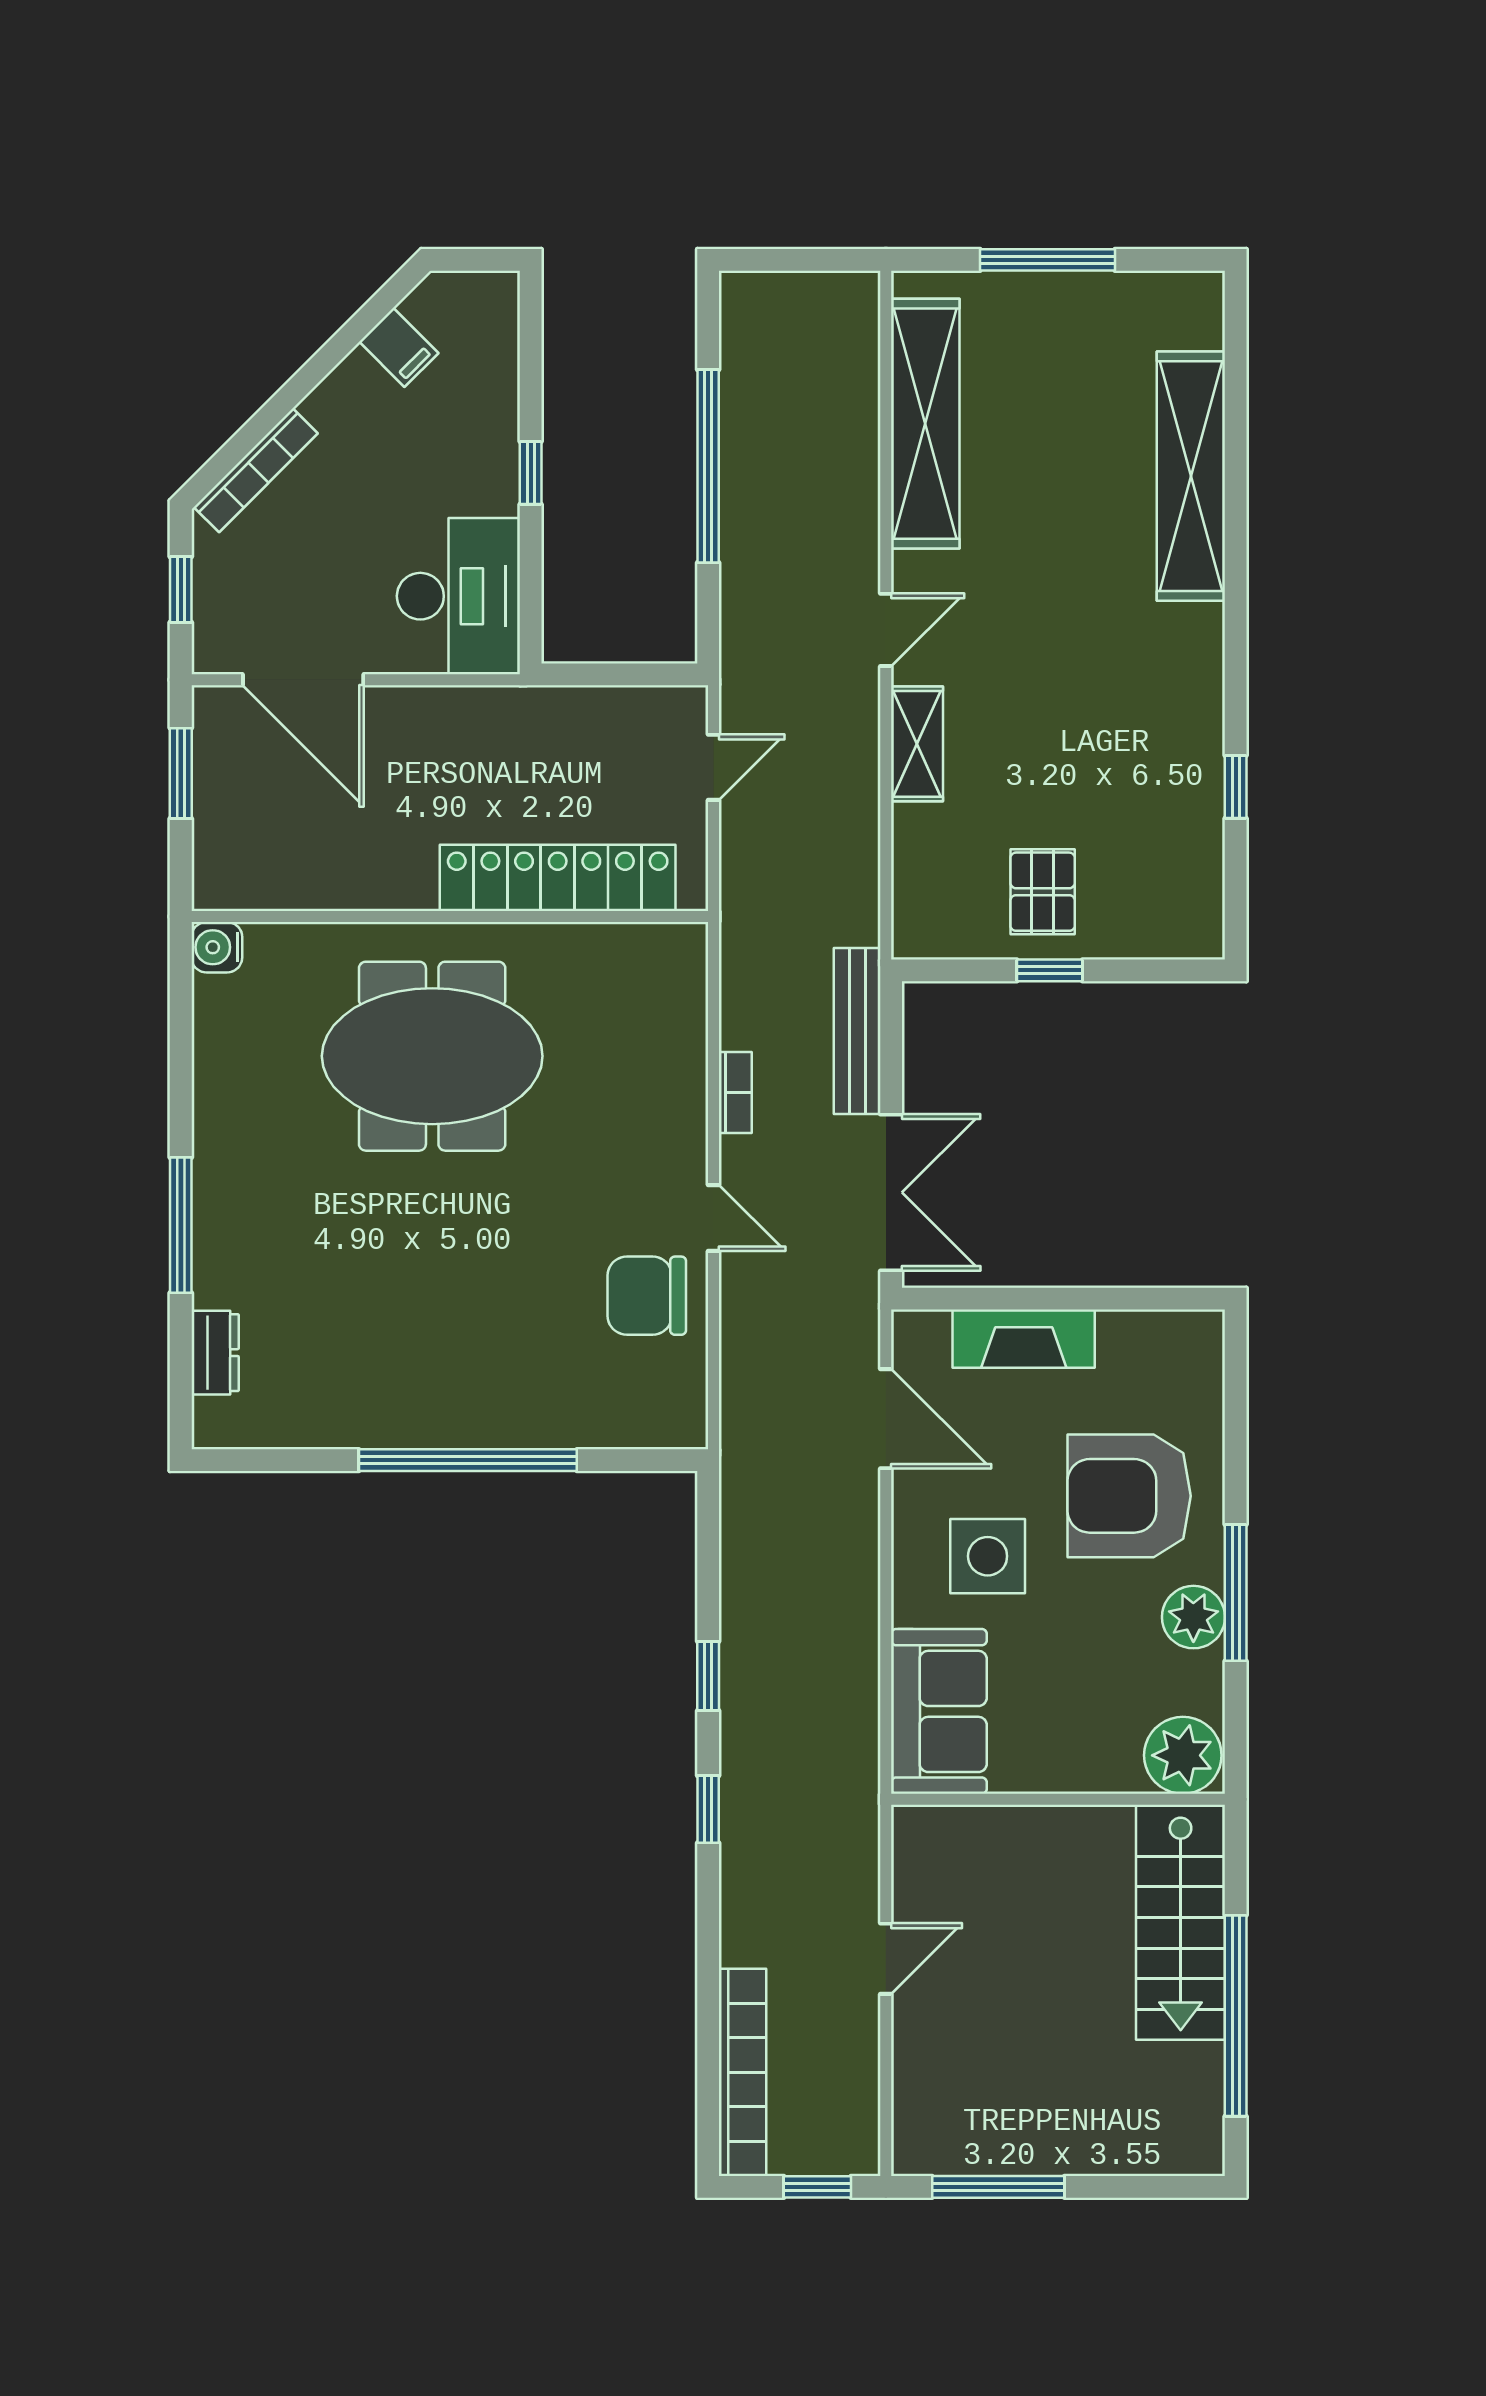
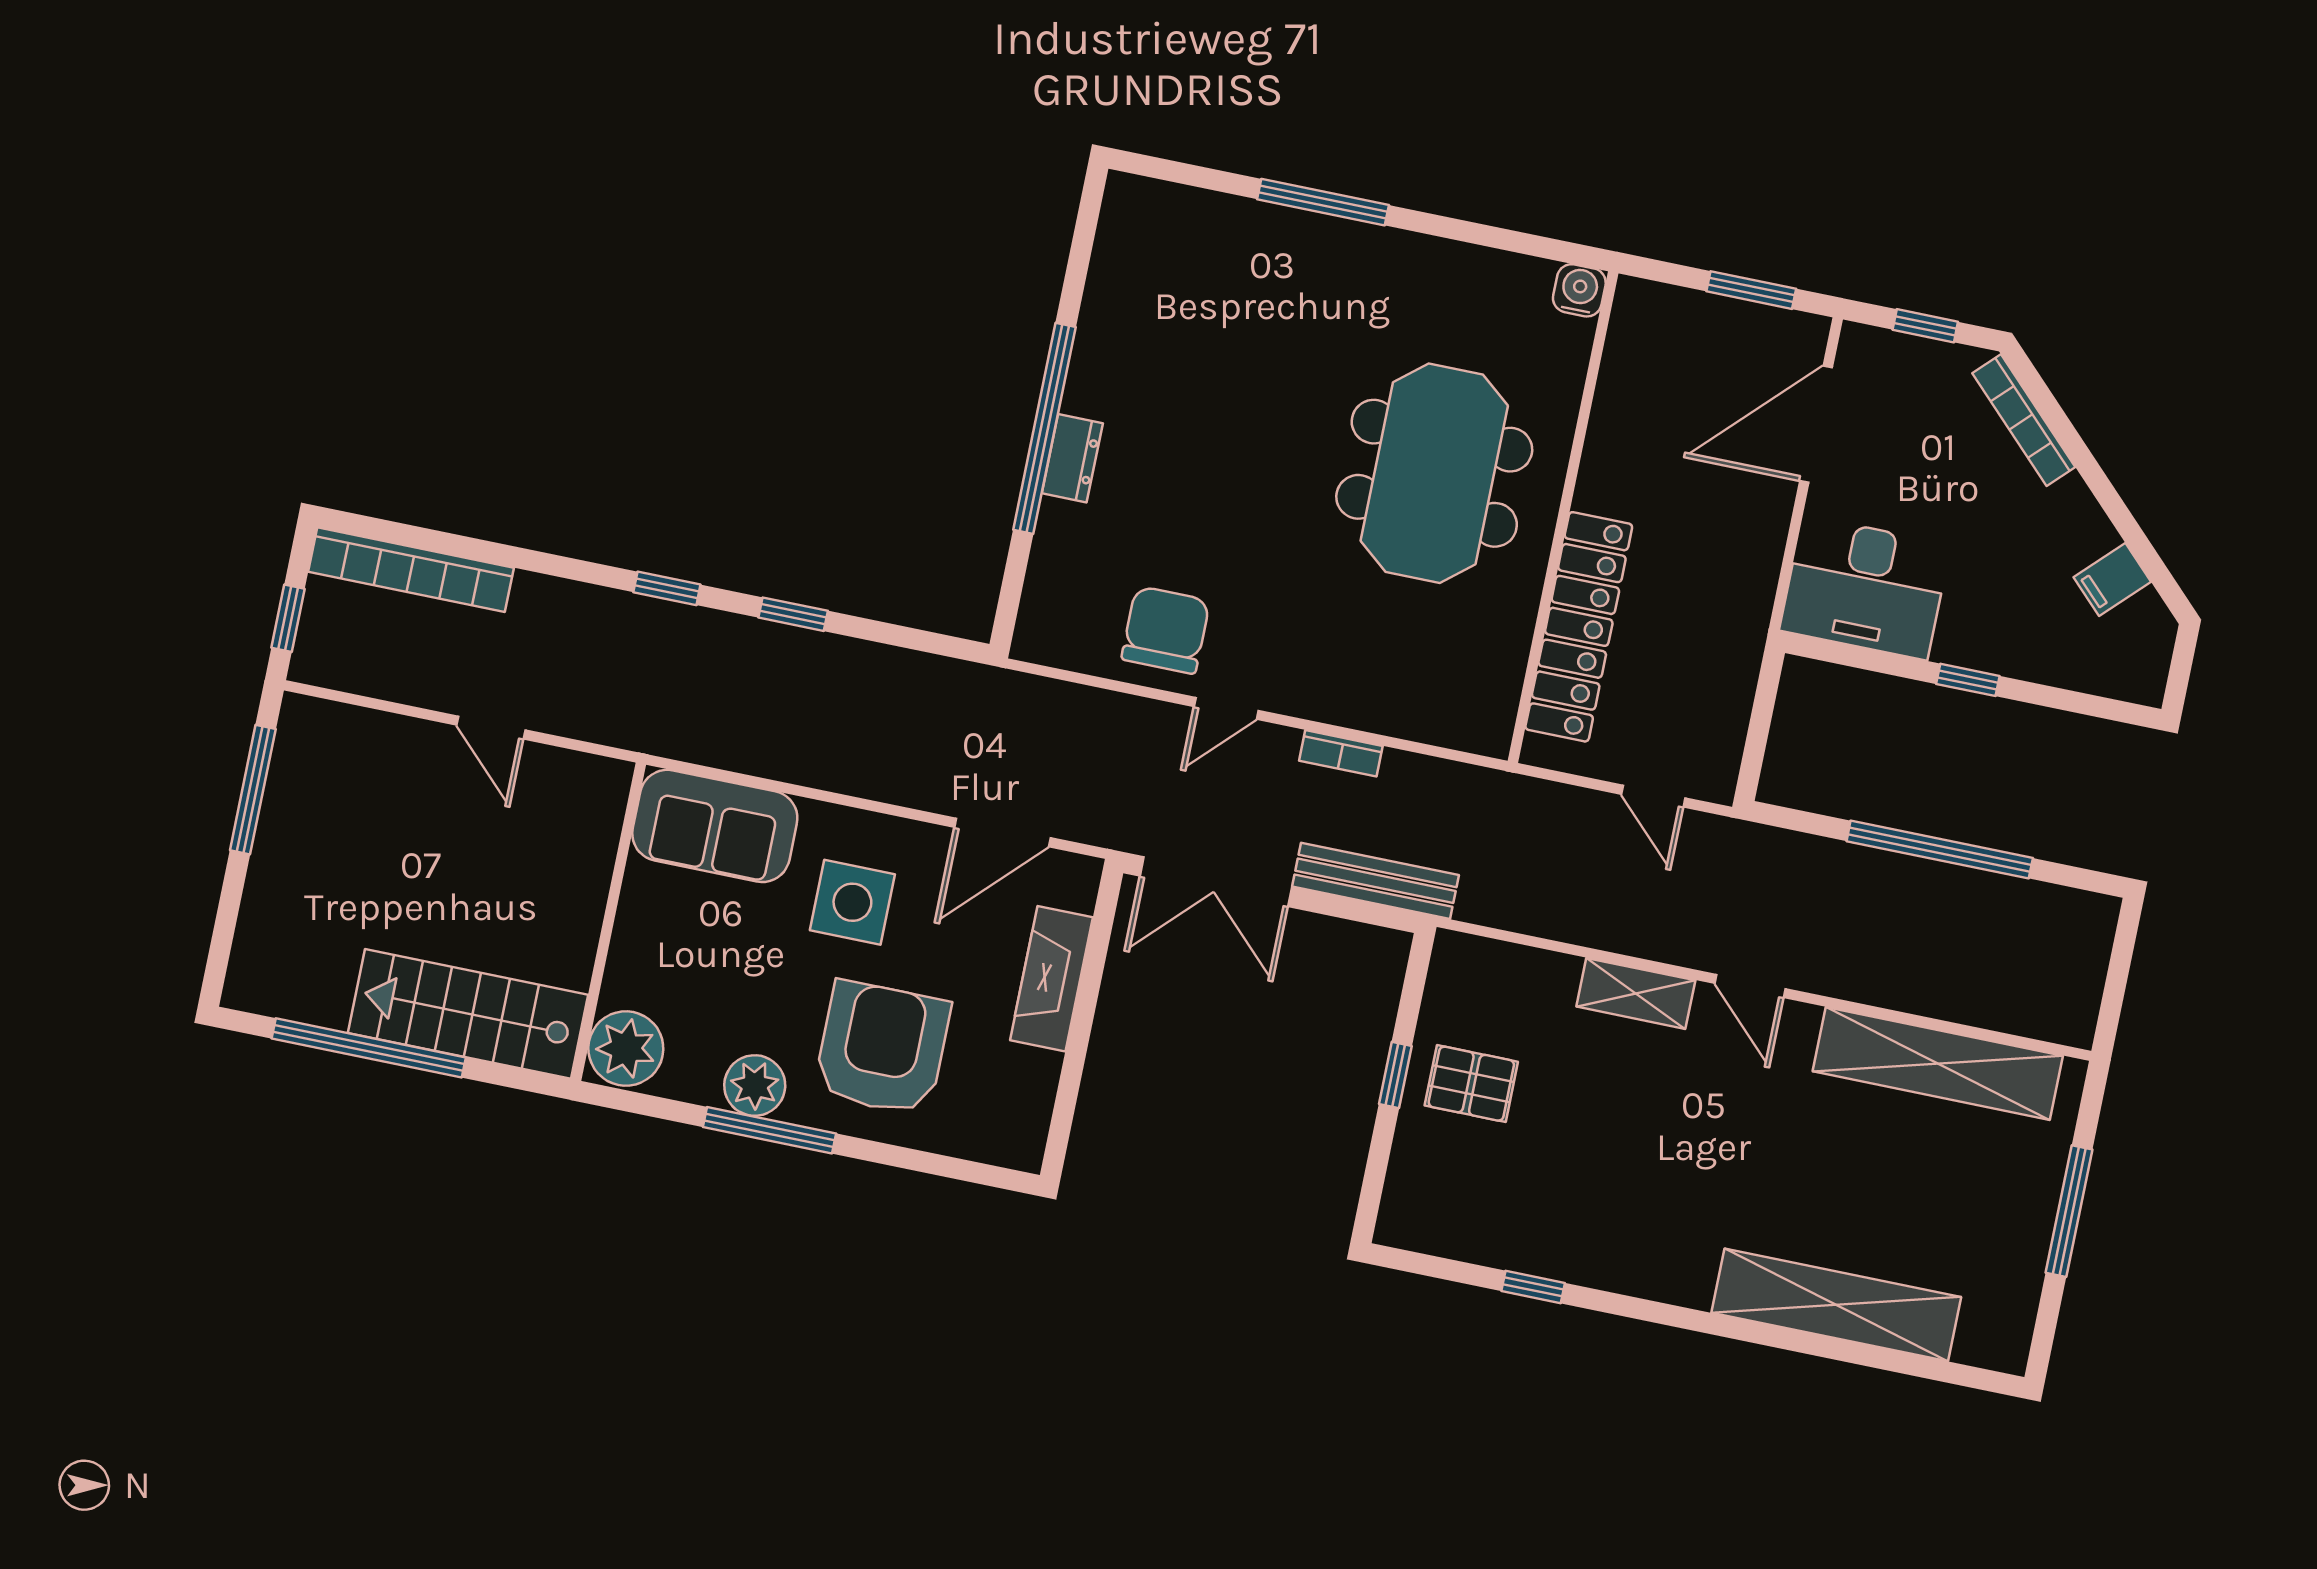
dresser: (215, 1353) -> (1072, 458), moved, turned -90

